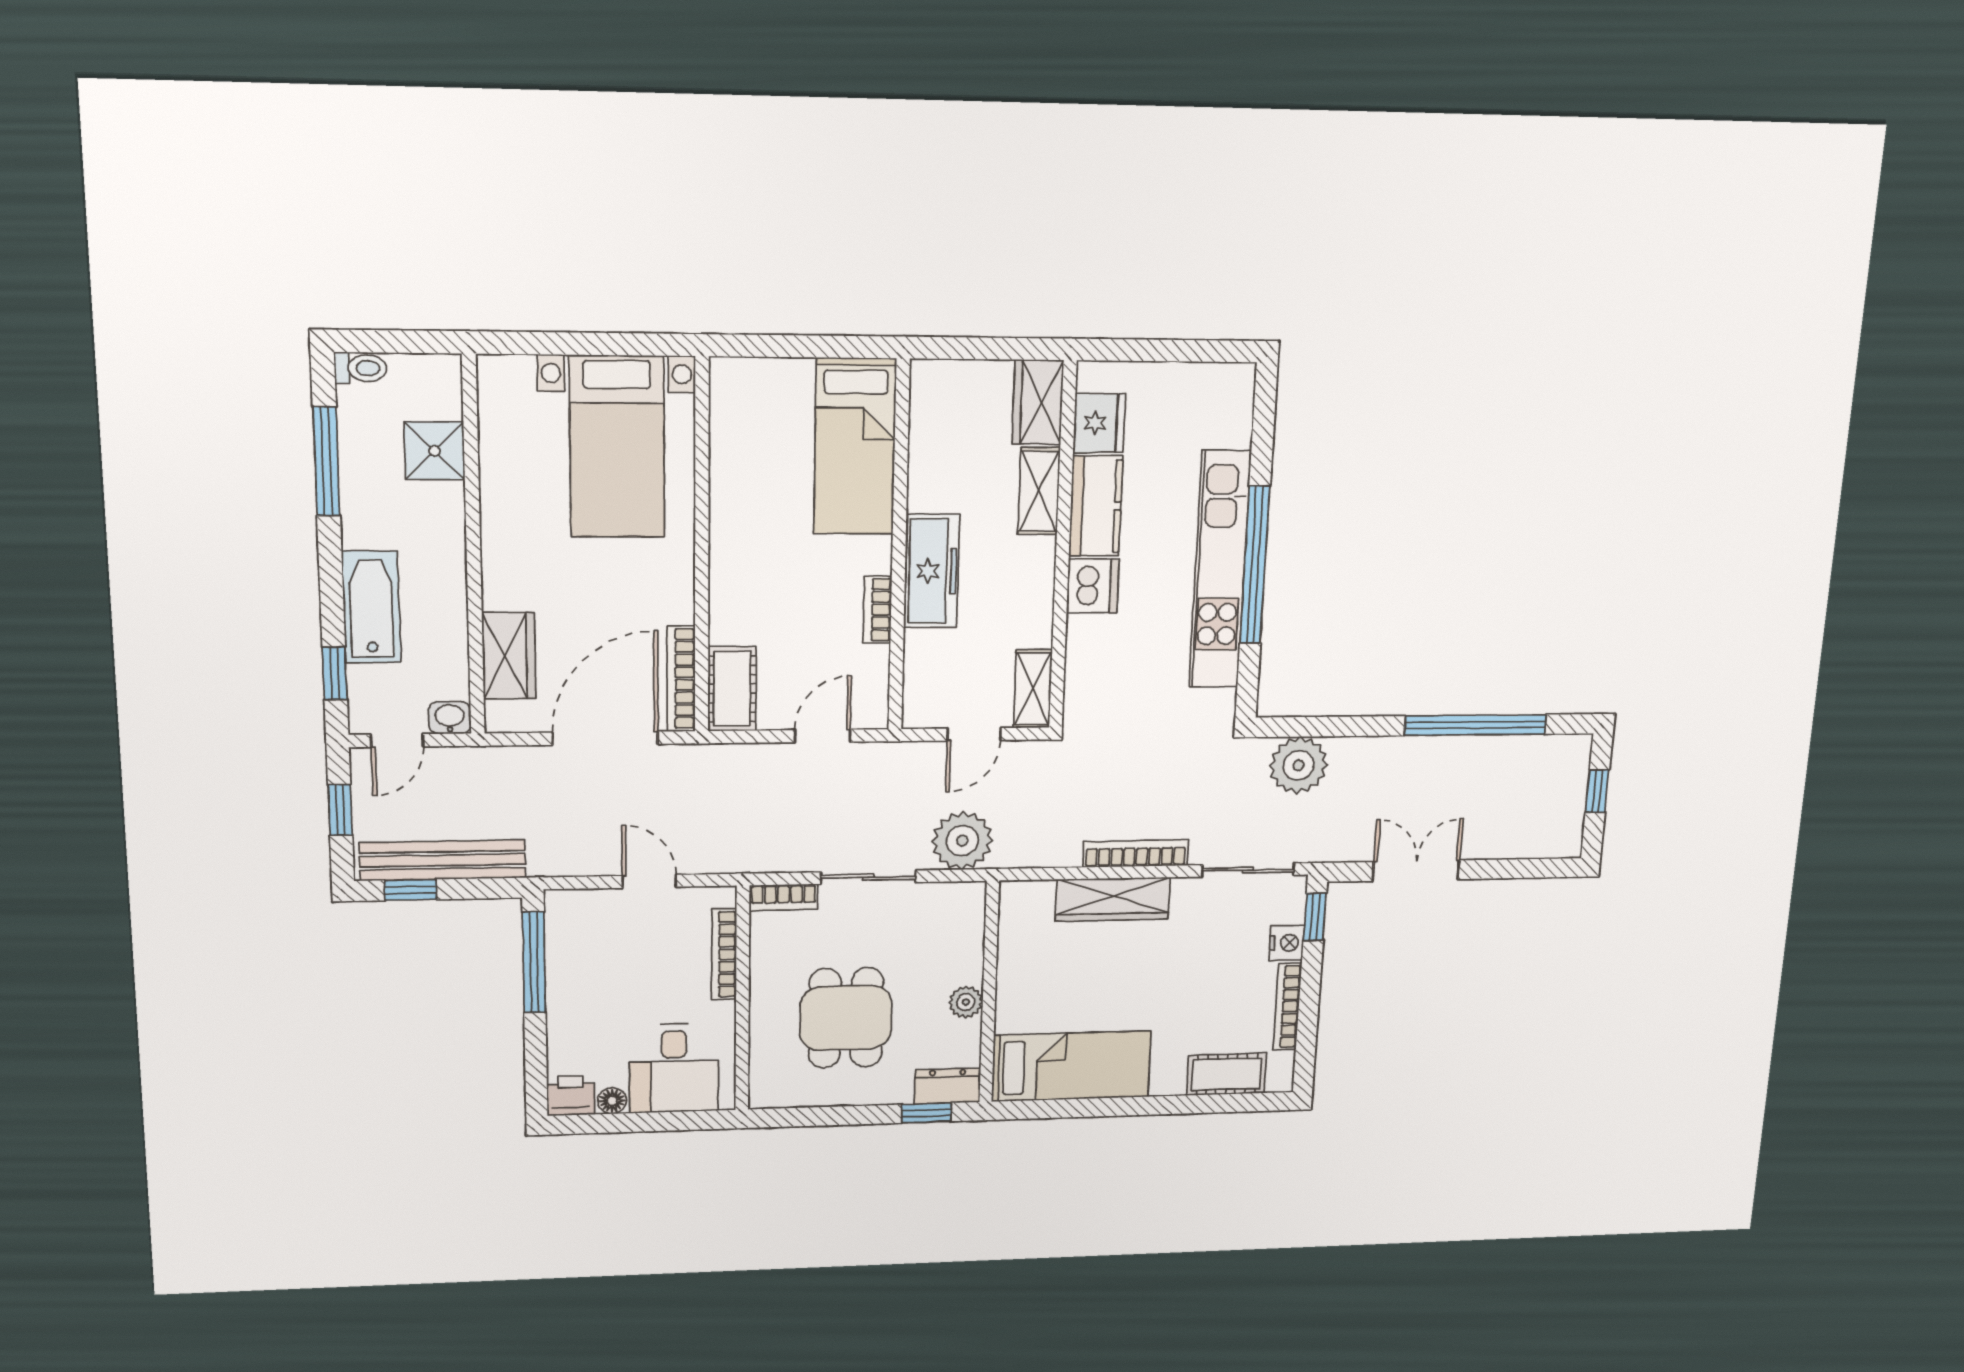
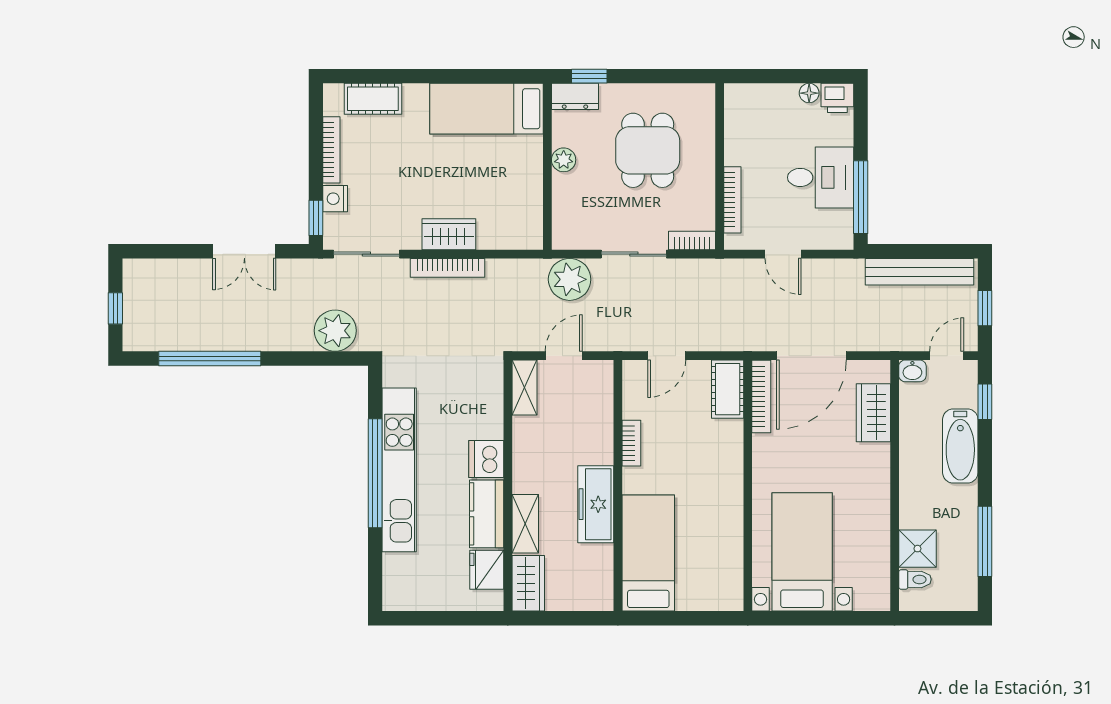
toilet: (361, 368) -> (915, 579), moved, turned 180
freezer: (932, 571) -> (596, 504), moved
window: (411, 890) -> (941, 251), removed
wardrobe: (1113, 899) -> (449, 234), width x0.67
desk: (674, 1068) -> (821, 177), moved, turned 90

